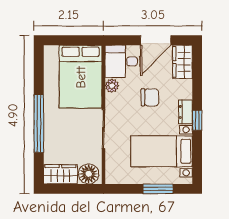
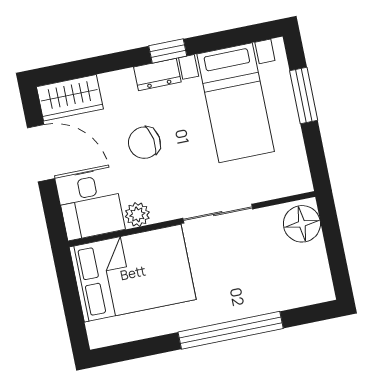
chair: (150, 97) -> (144, 143), turned -99
wardrobe: (60, 174) -> (313, 274), removed

